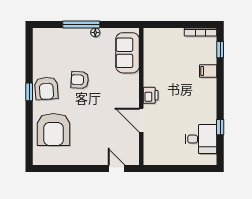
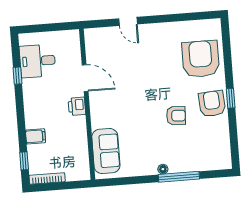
sofa: (128, 53) -> (106, 151), moved
printer: (151, 95) -> (77, 106), moved
wall: (141, 96) -> (87, 104), moved
door: (141, 120) -> (85, 78), moved

